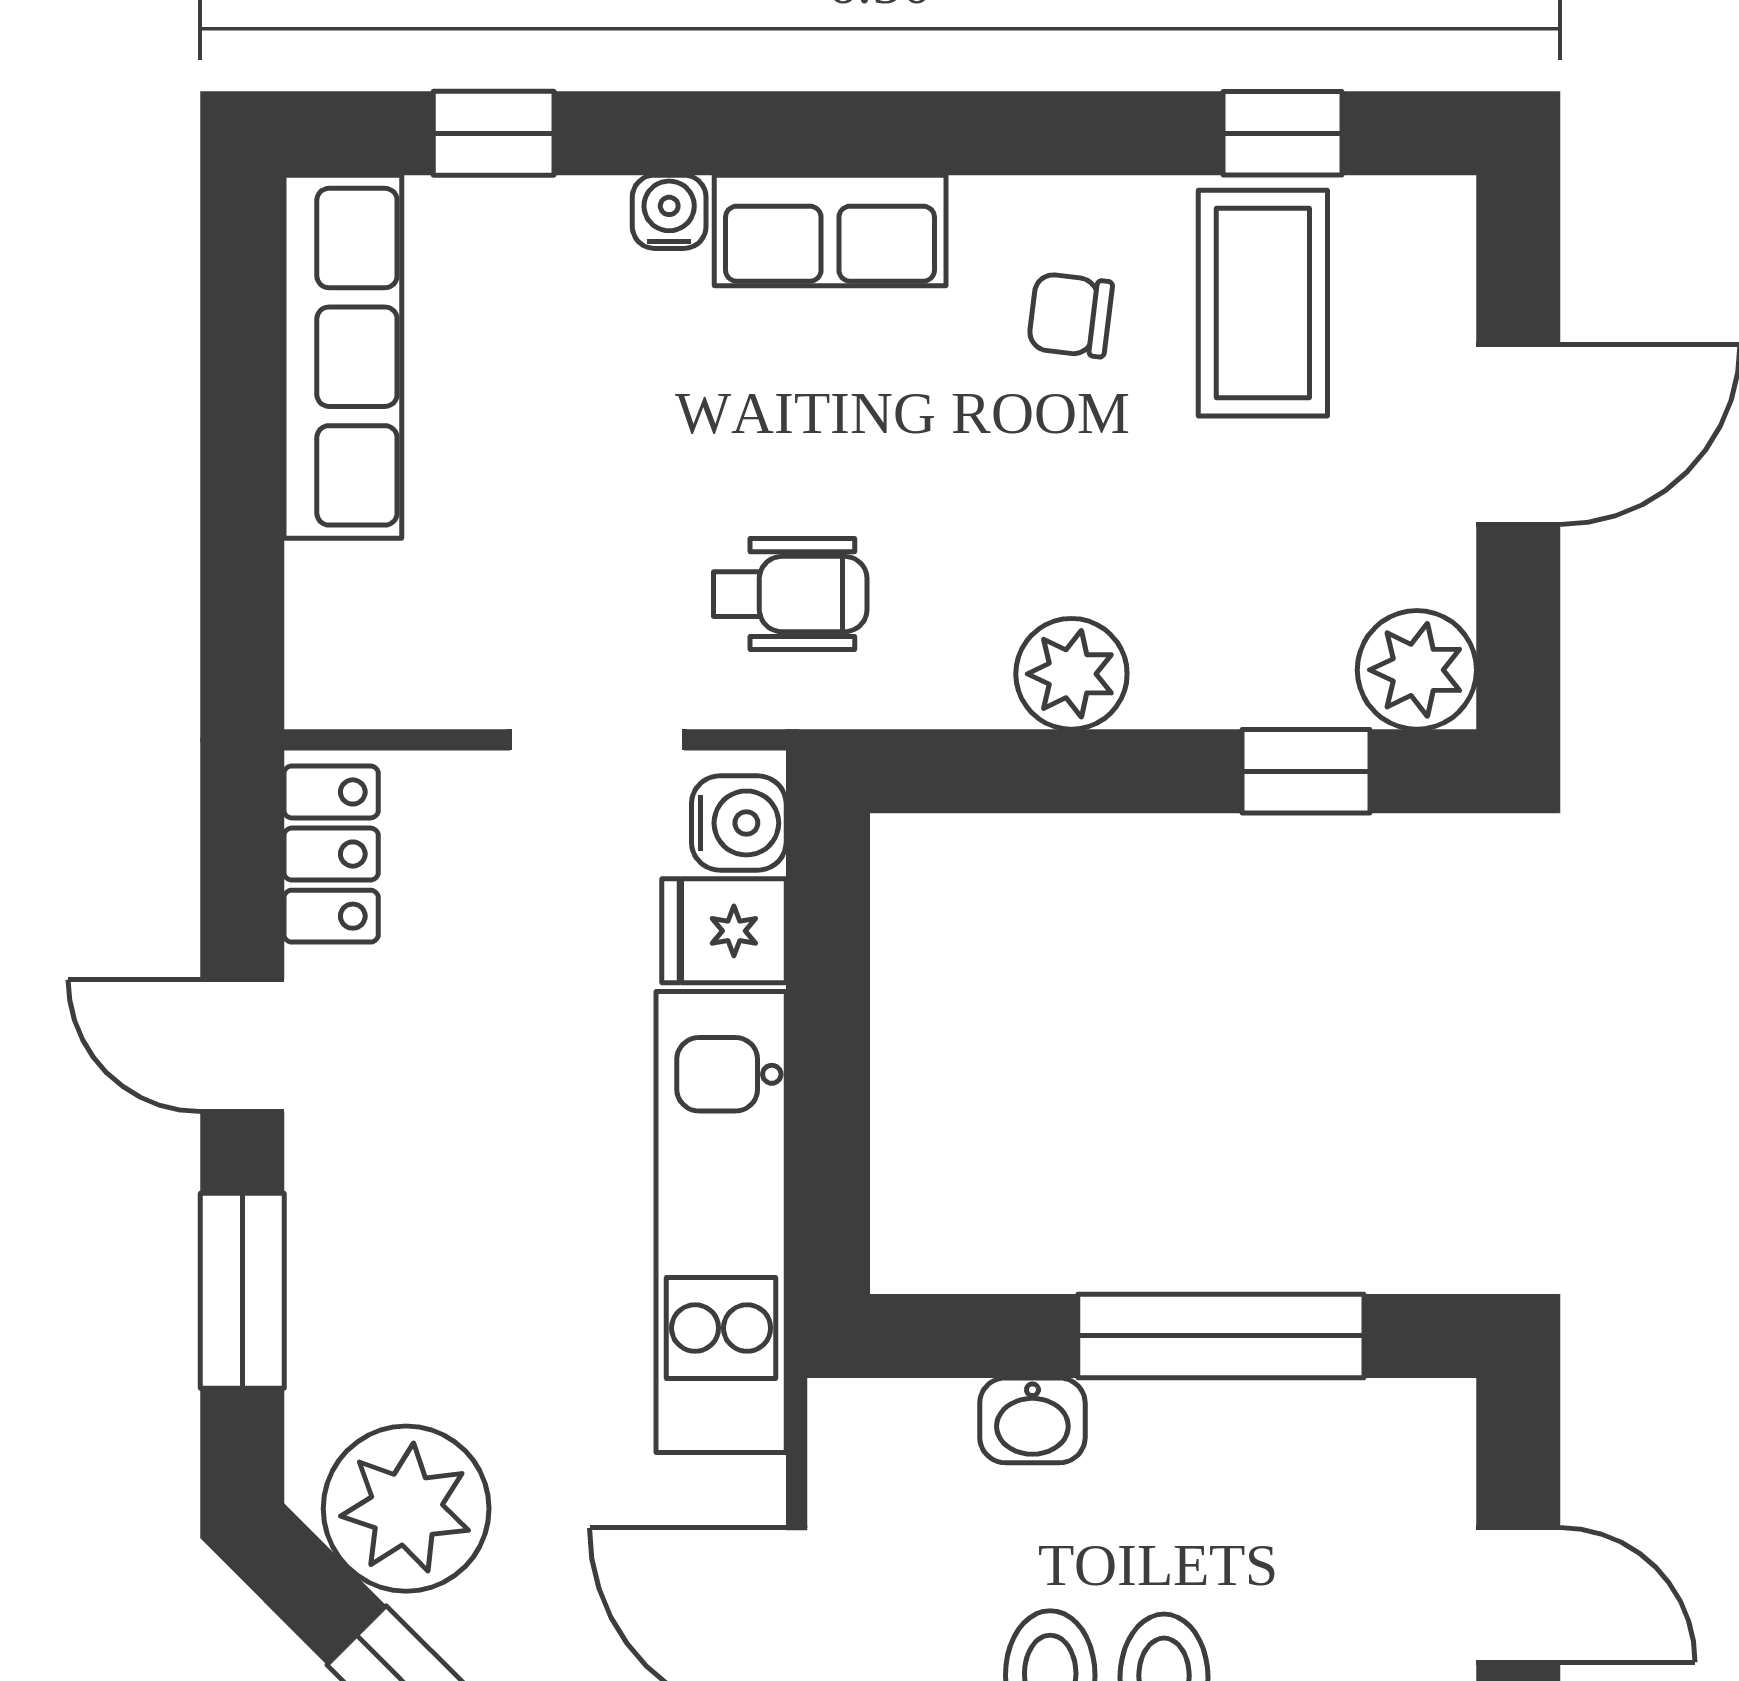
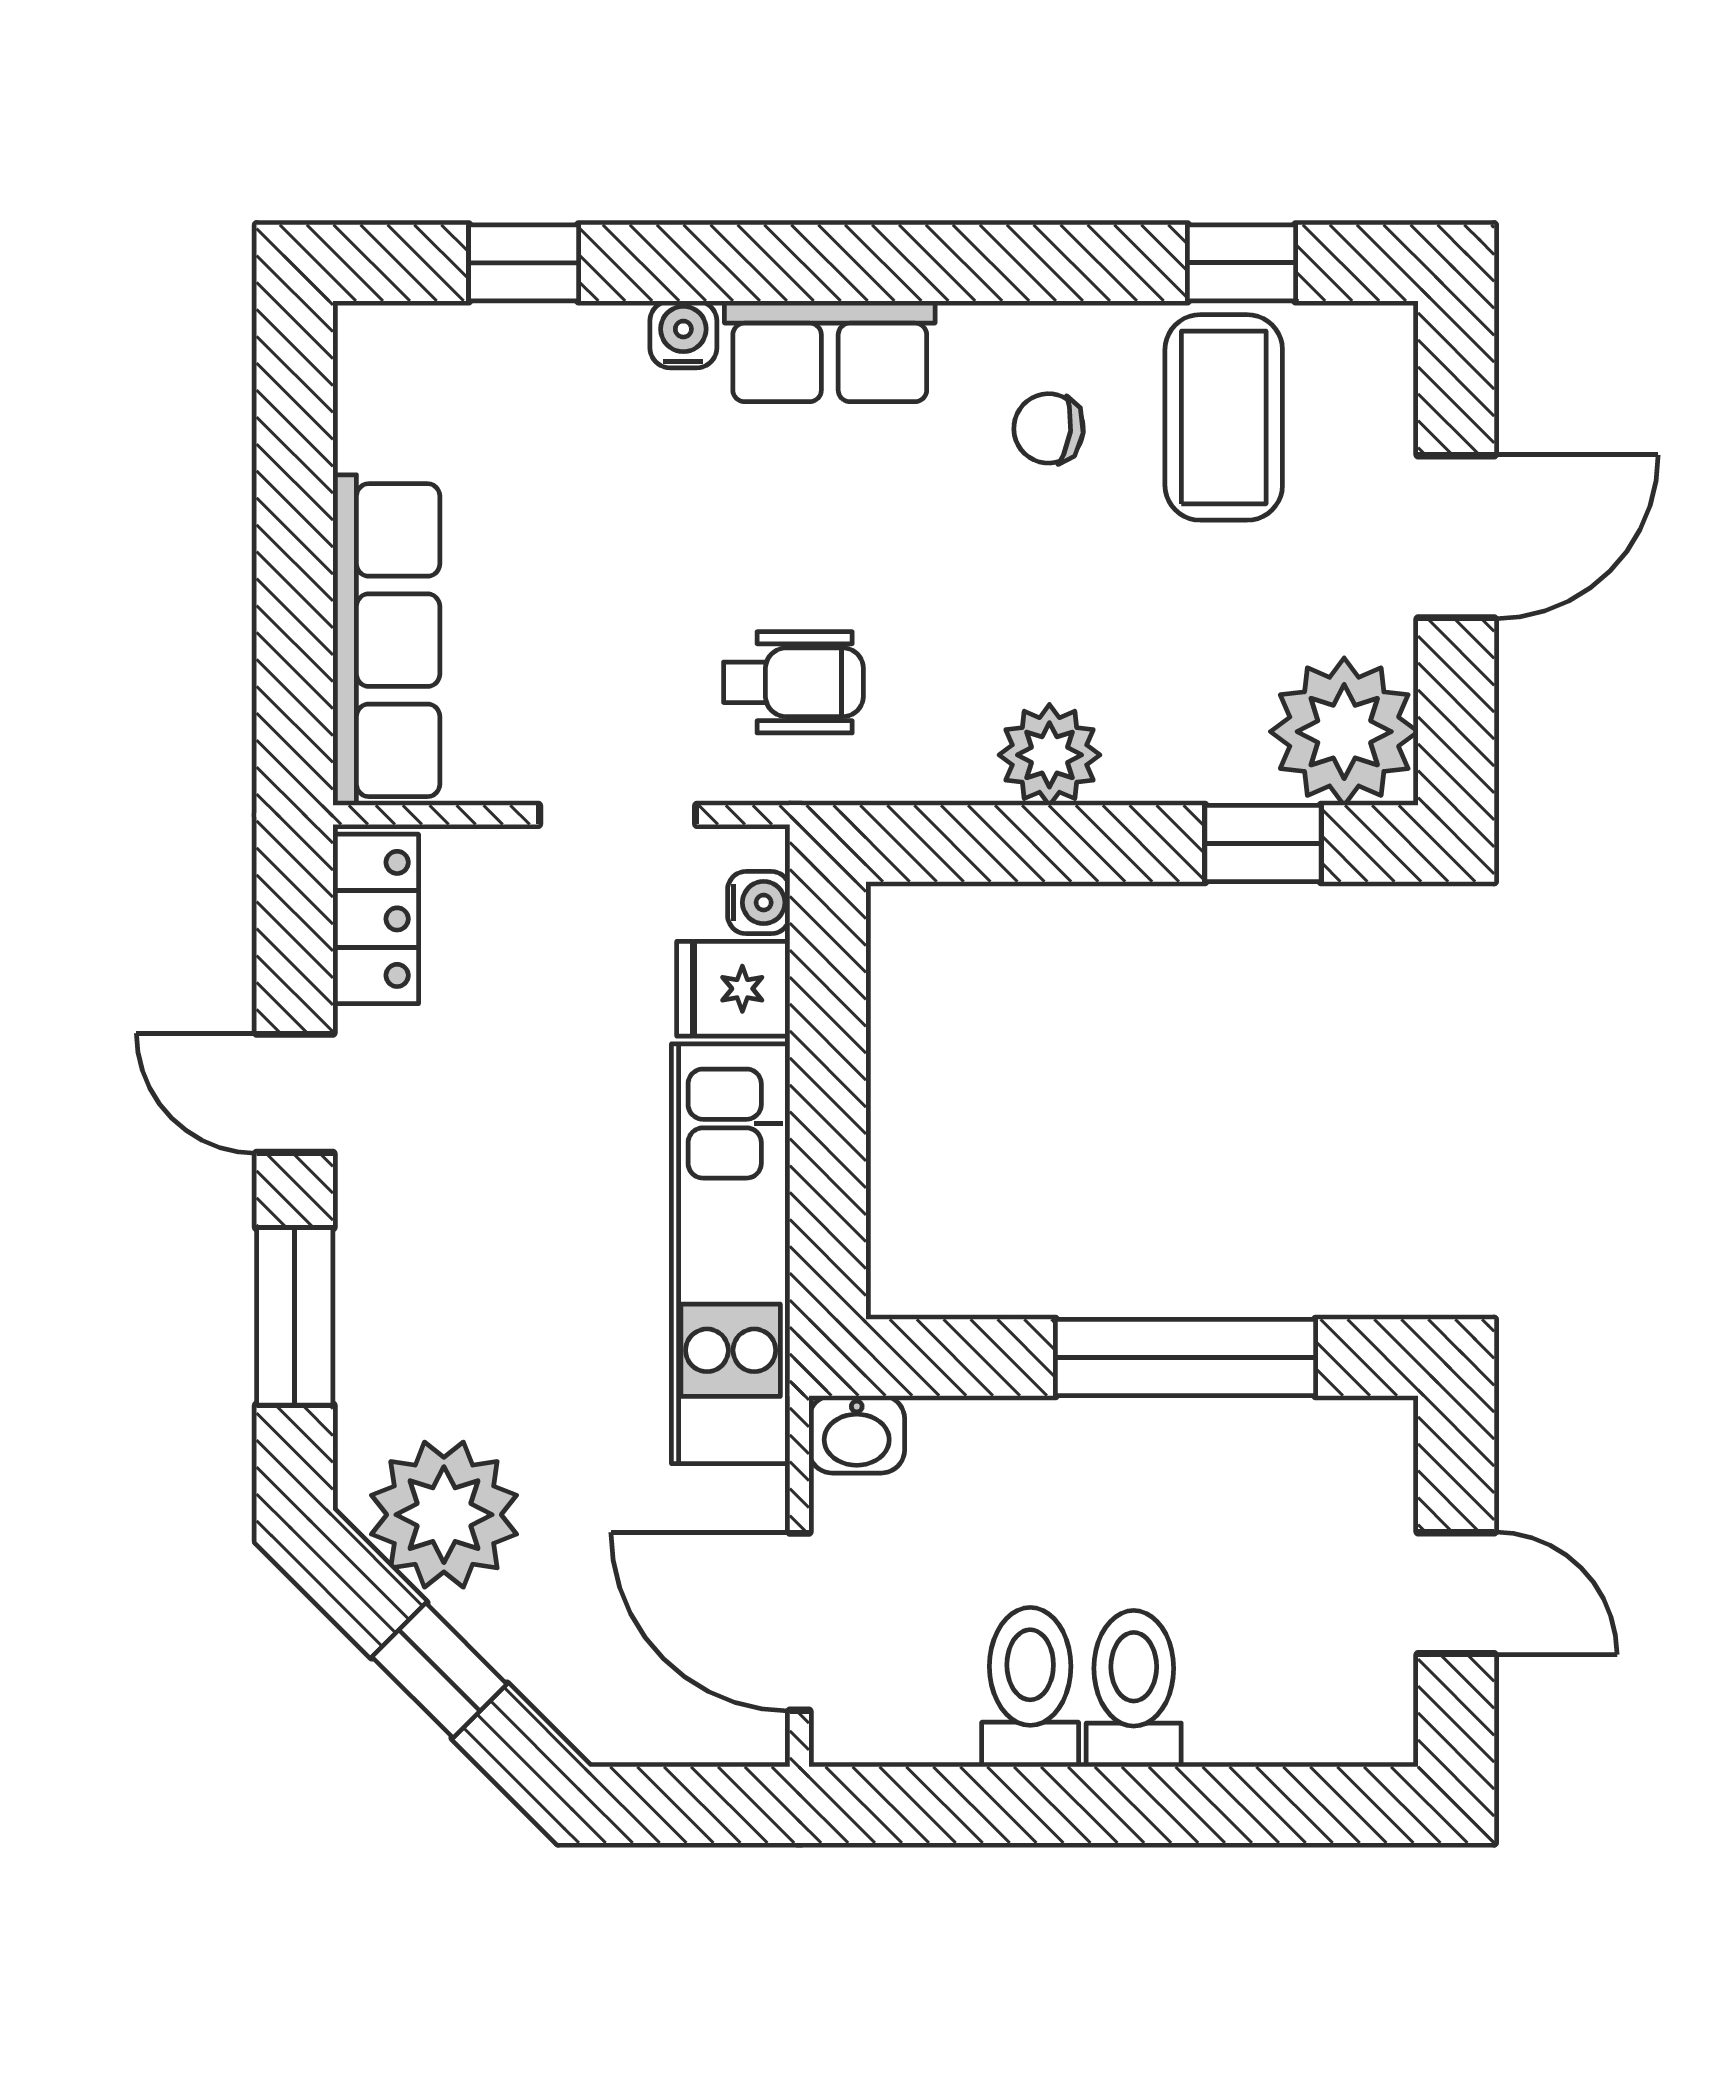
row of seats: (343, 357) -> (386, 640), moved
plant: (1417, 670) -> (1344, 732), width x1.36, depth x1.36
water cooler: (739, 823) -> (759, 903), width x0.72, depth x0.72
washbasin: (1032, 1420) -> (857, 1434), moved

